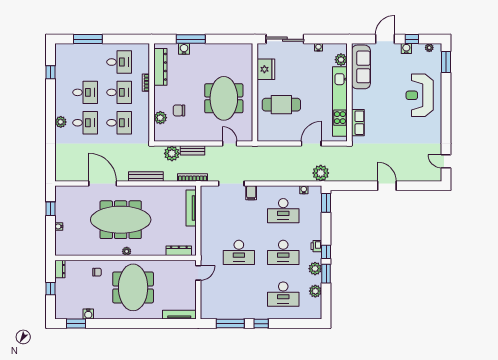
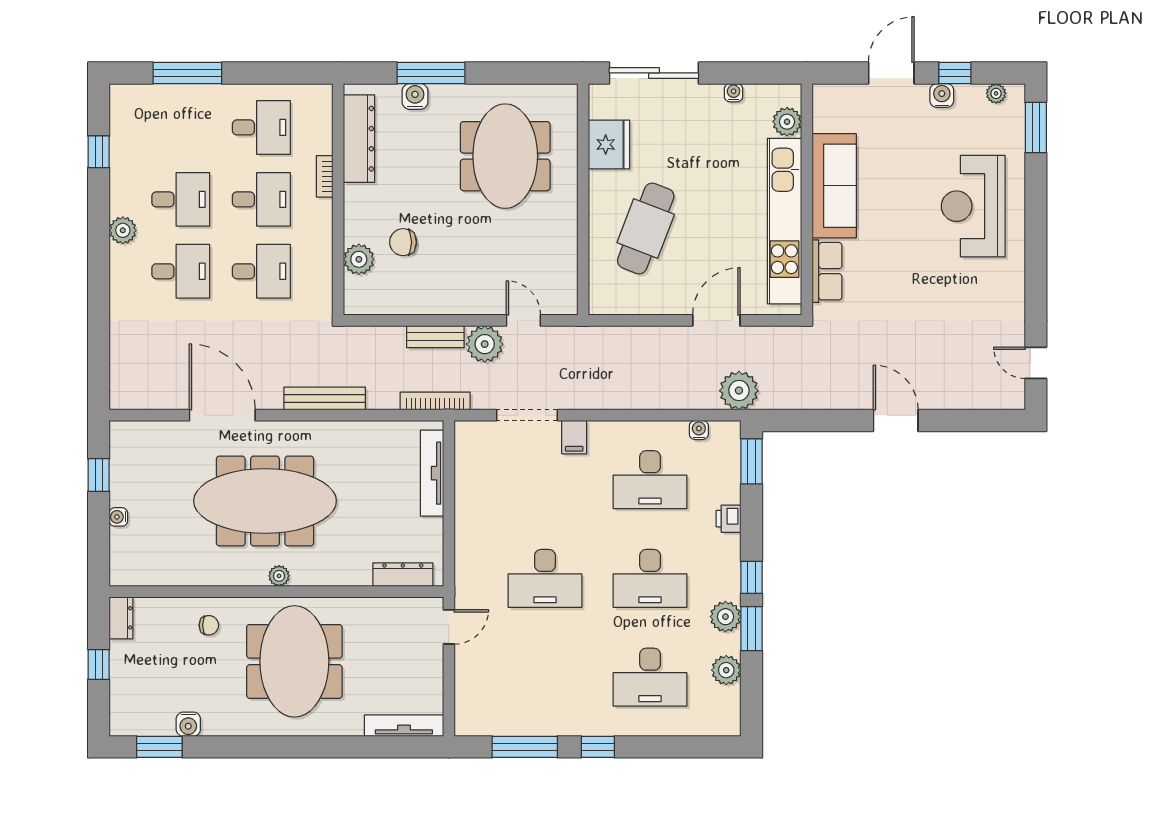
sofa: (361, 67) -> (834, 186), moved
meeting table: (224, 98) -> (505, 156), moved
cafe table: (281, 105) -> (646, 228), turned -69
plant: (61, 122) -> (123, 230), moved
plant: (172, 153) -> (485, 344), moved
printer: (316, 246) -> (729, 519), moved

